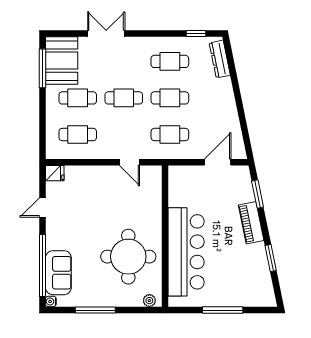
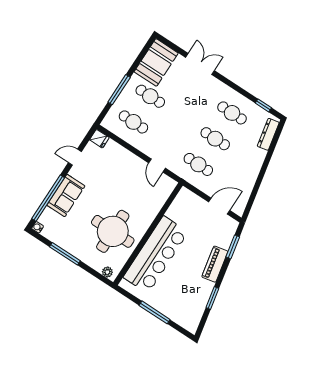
window: (42, 68) -> (119, 90), moved
cafe table: (124, 98) -> (183, 117), removed
sofa: (58, 273) -> (66, 196), moved

